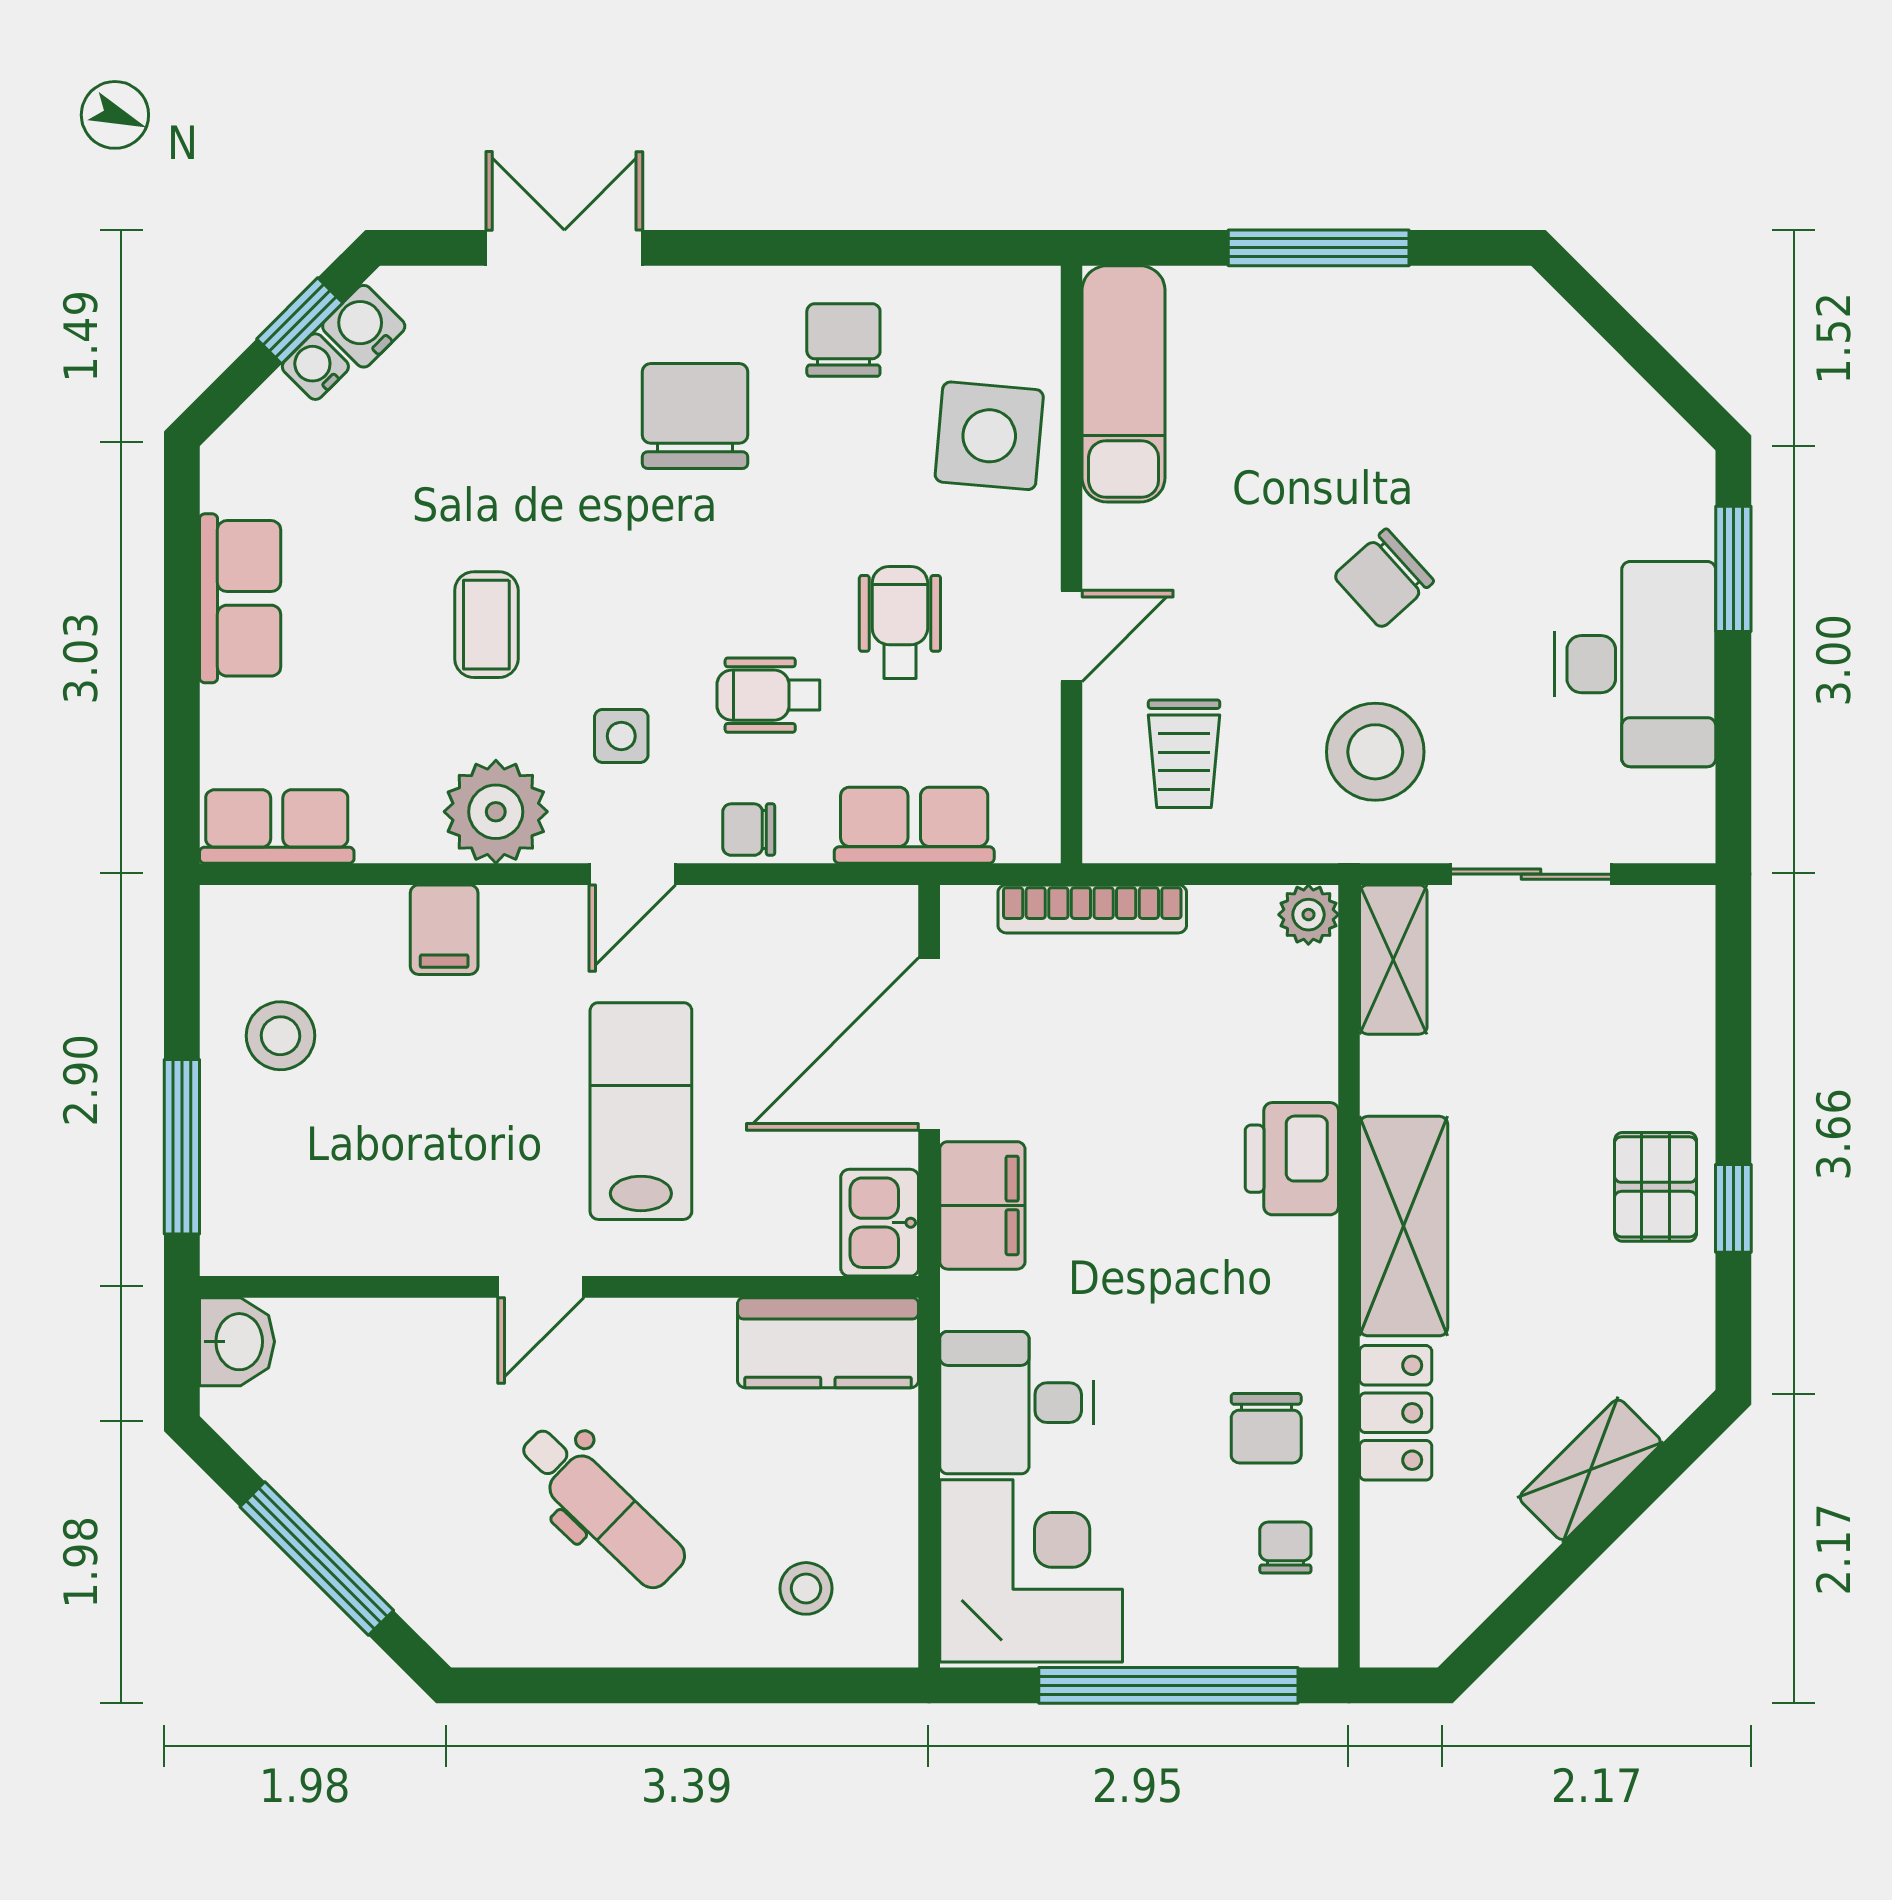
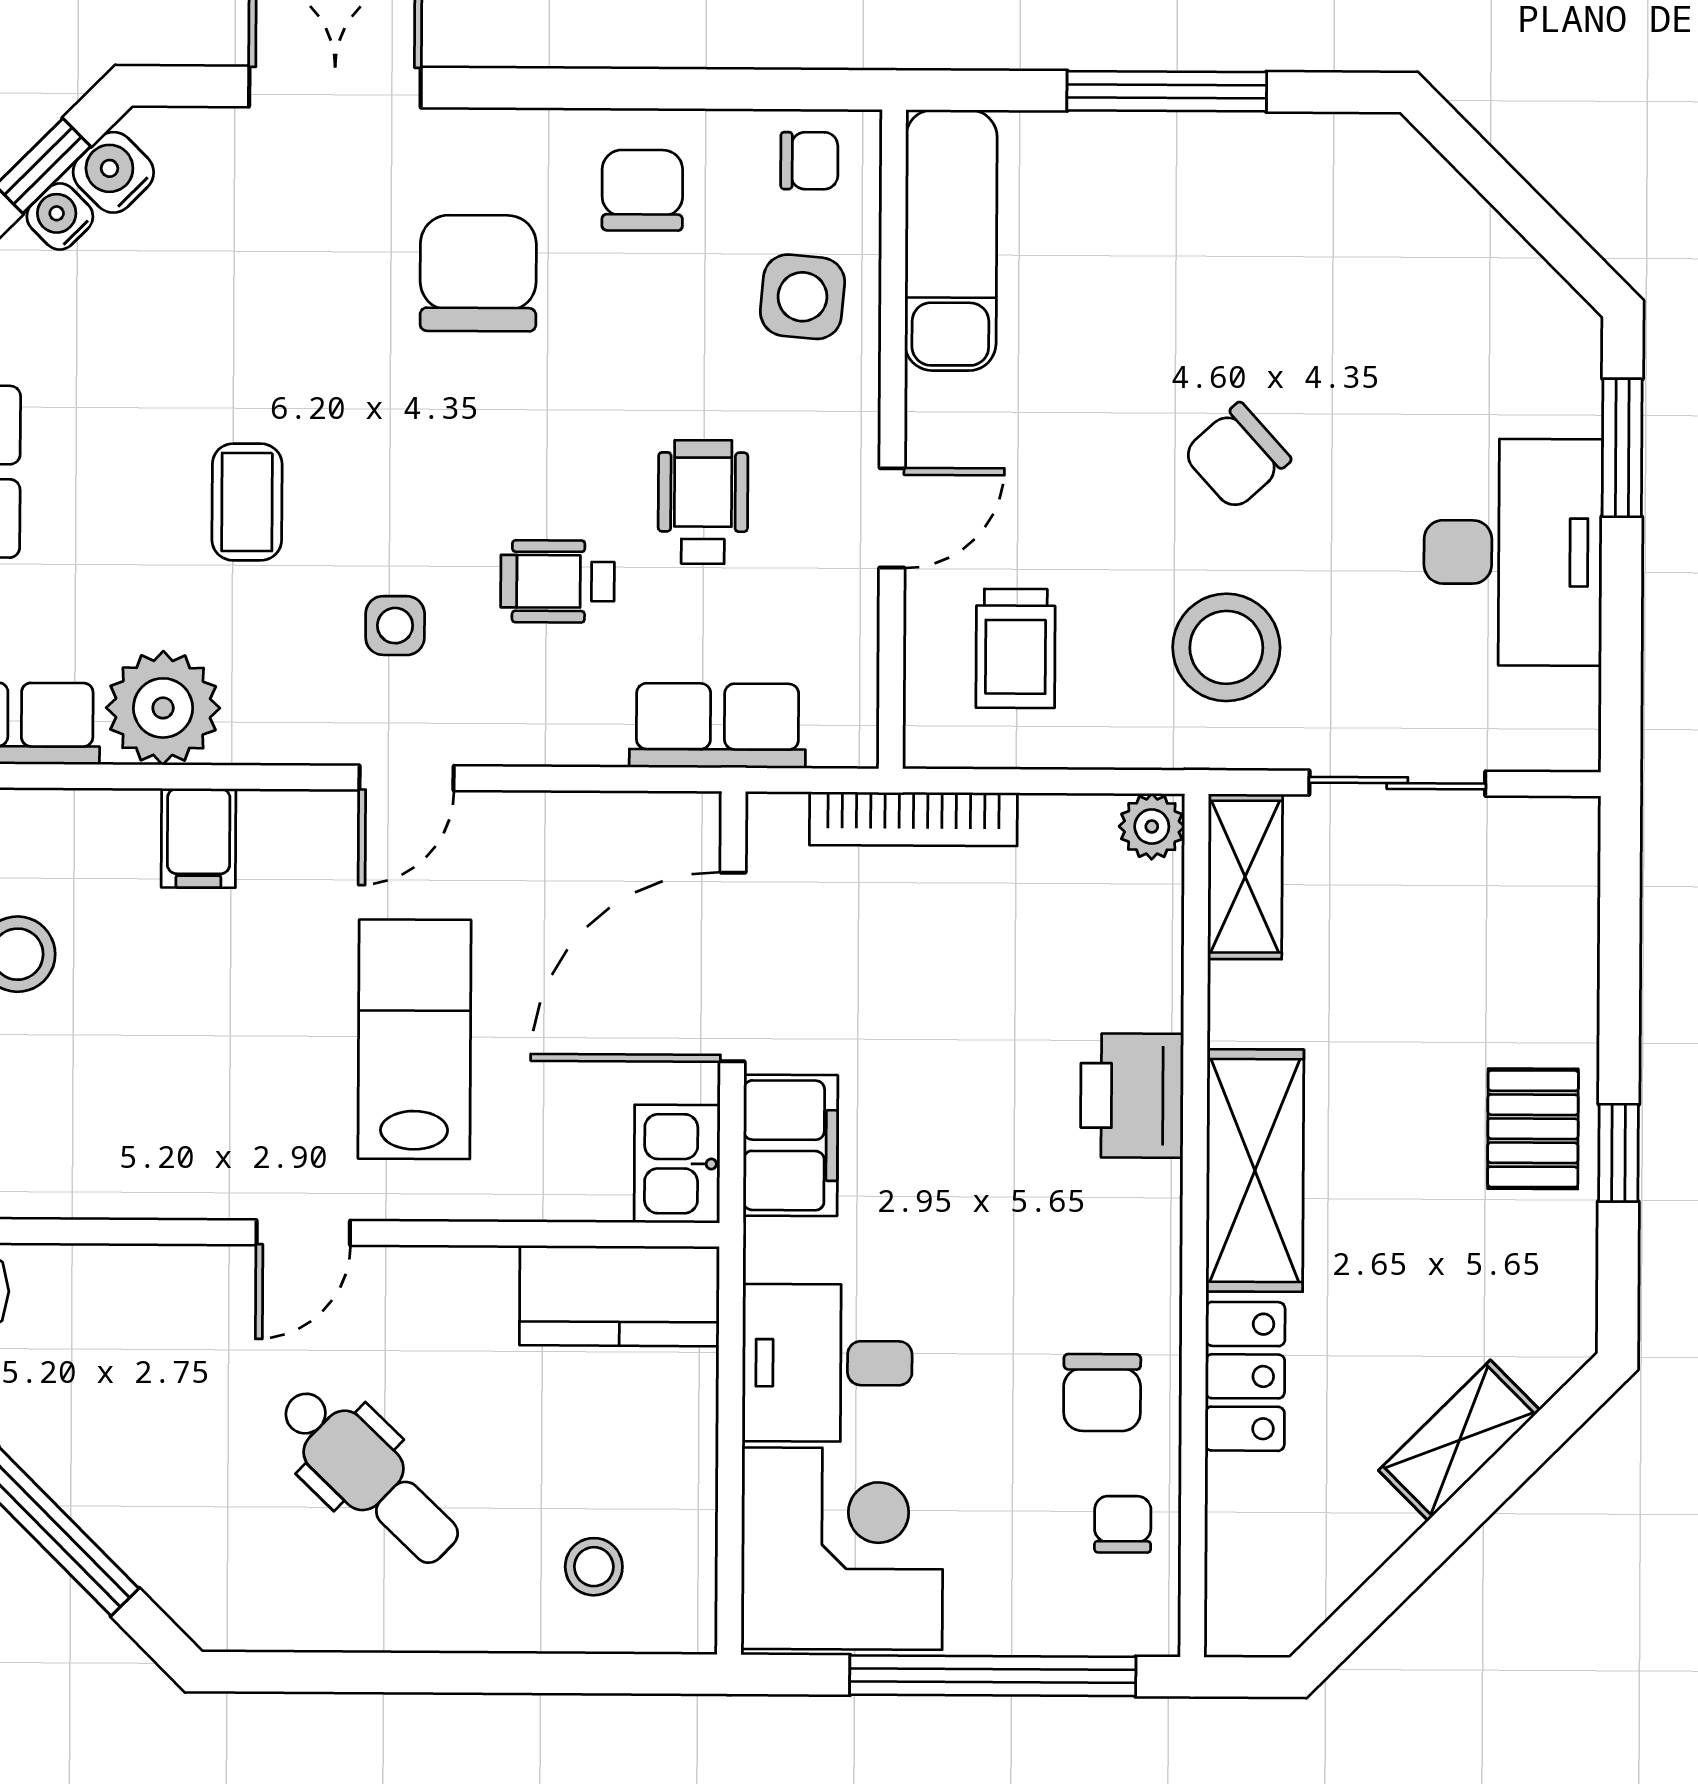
side table: (989, 436) -> (802, 297), width x0.73, depth x0.73
plant: (496, 812) -> (163, 708), moved
chair: (749, 830) -> (809, 161), moved, turned 180

